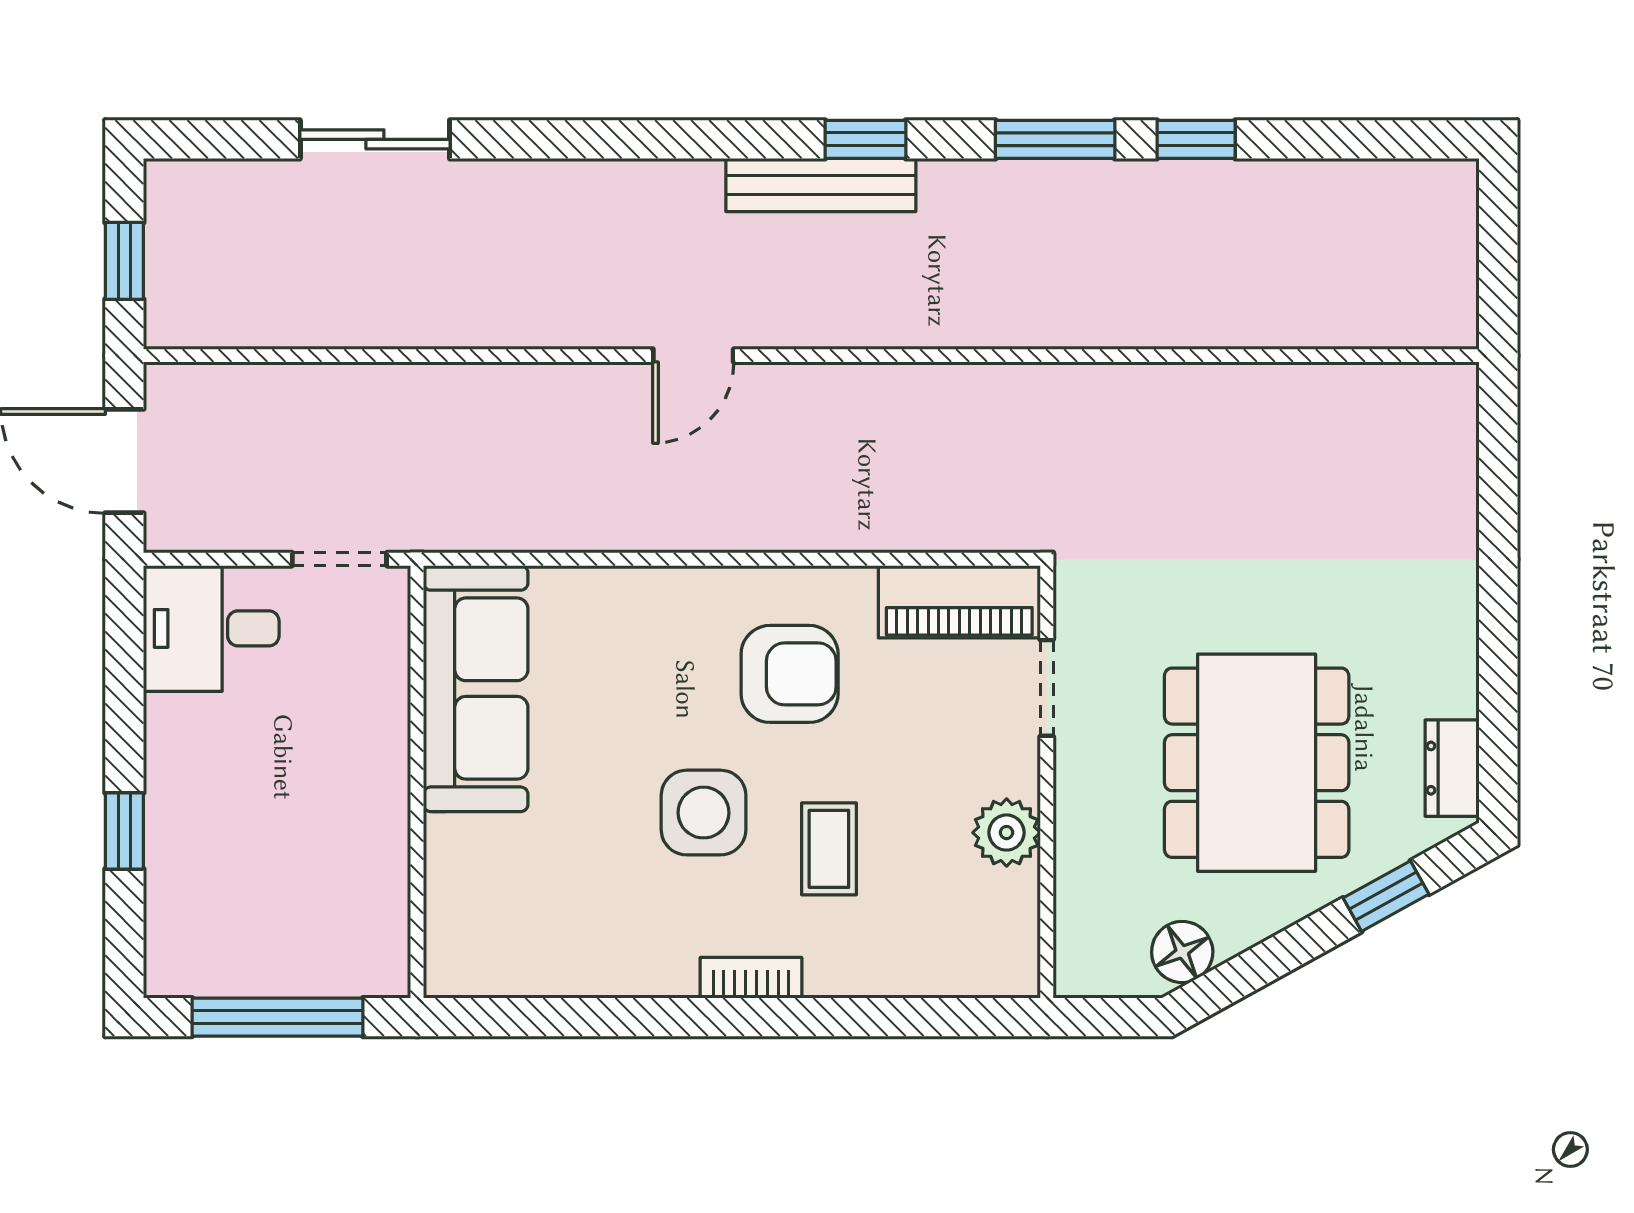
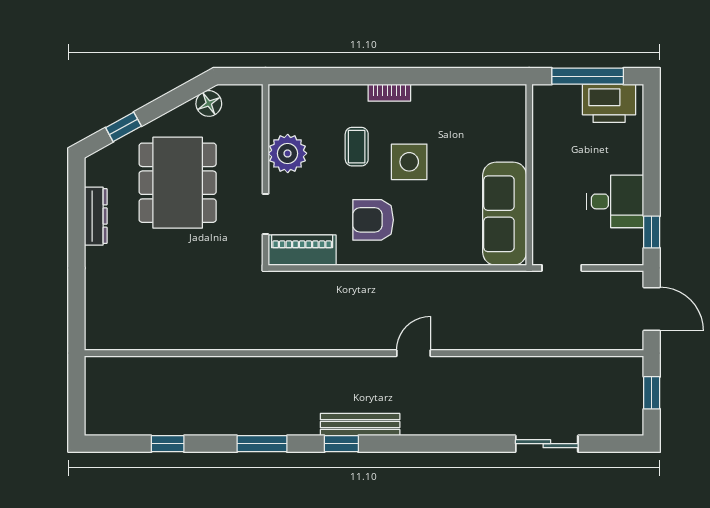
window: (1196, 139) -> (168, 444), moved
desk: (211, 628) -> (615, 201), moved
dresser: (1452, 768) -> (96, 216), moved, width x1.44
window: (124, 831) -> (652, 232), moved
plant: (1007, 833) -> (288, 153), width x1.36, depth x1.36
printer: (226, 952) -> (609, 103), added

